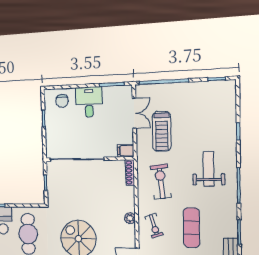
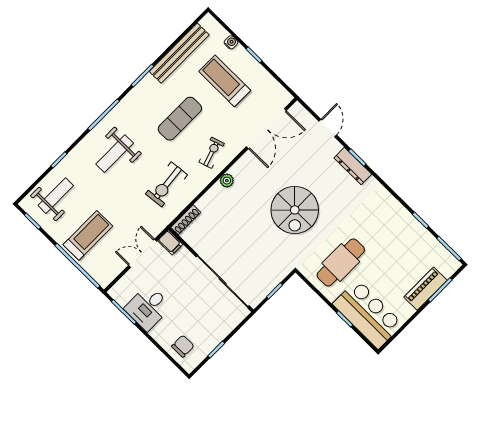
desk: (89, 102) -> (148, 307), moved
weight bench: (218, 108) -> (56, 196), added
double door: (134, 113) -> (143, 253), moved
treadmill: (162, 131) -> (88, 235), moved

